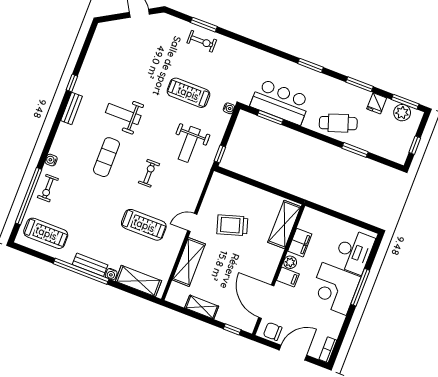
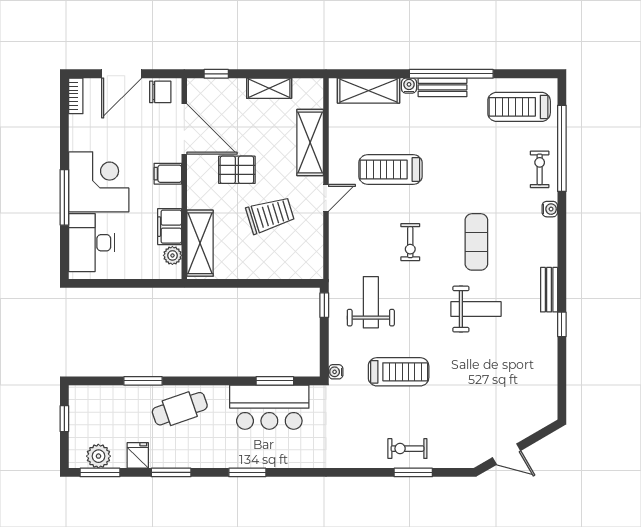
pallet: (243, 262) -> (237, 170), added
plant: (290, 262) -> (172, 255), moved

